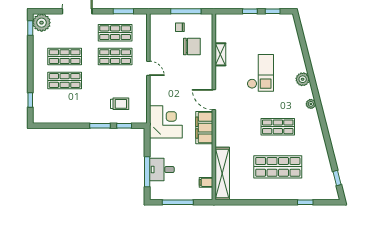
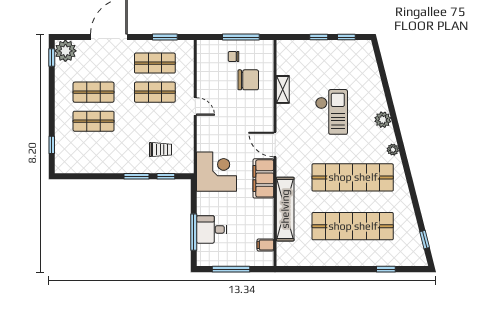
shop shelf: (278, 127) -> (353, 177), width x2.00, depth x1.36
shop shelf: (278, 167) -> (353, 226), width x1.40
shelving: (222, 173) -> (285, 209), moved

